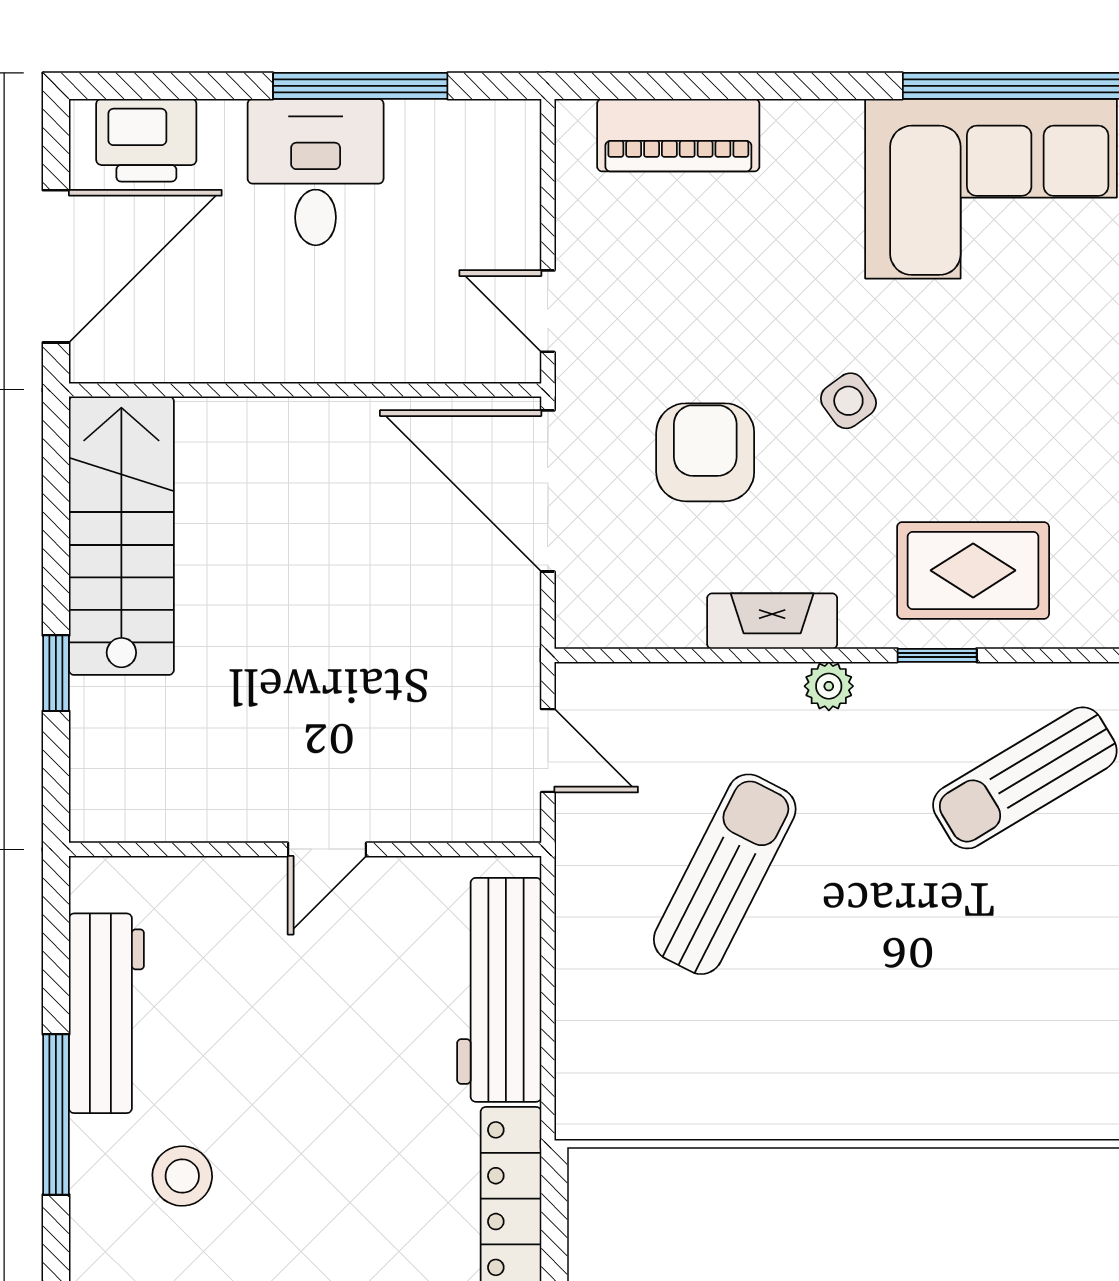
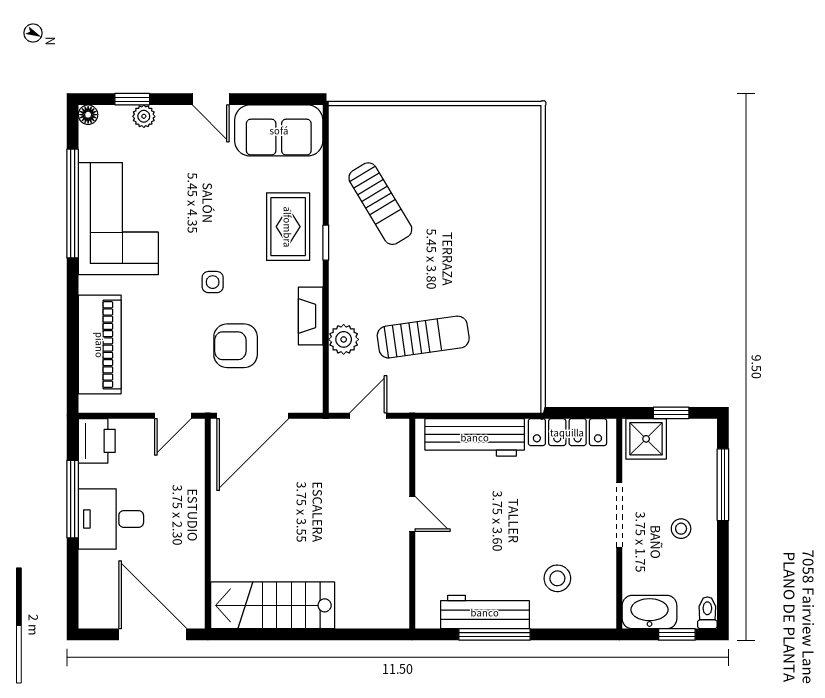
piano: (678, 135) -> (100, 345), width x1.37, depth x1.33
printer: (146, 140) -> (97, 441), moved
side table: (848, 401) -> (213, 282), turned 36
window: (56, 673) -> (334, 634), removed
plant: (829, 686) -> (344, 339), moved, width x1.38, depth x1.38
sun lounger: (725, 874) -> (423, 337), turned 145
window: (56, 1114) -> (495, 634), moved

